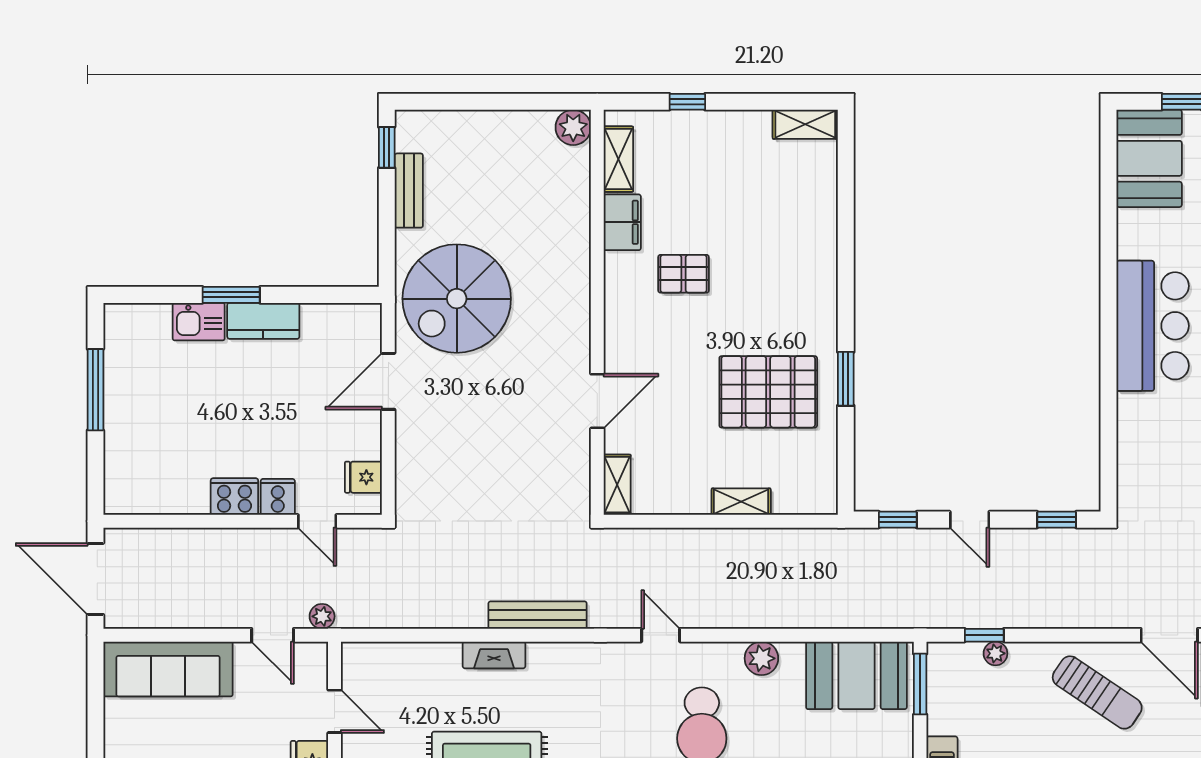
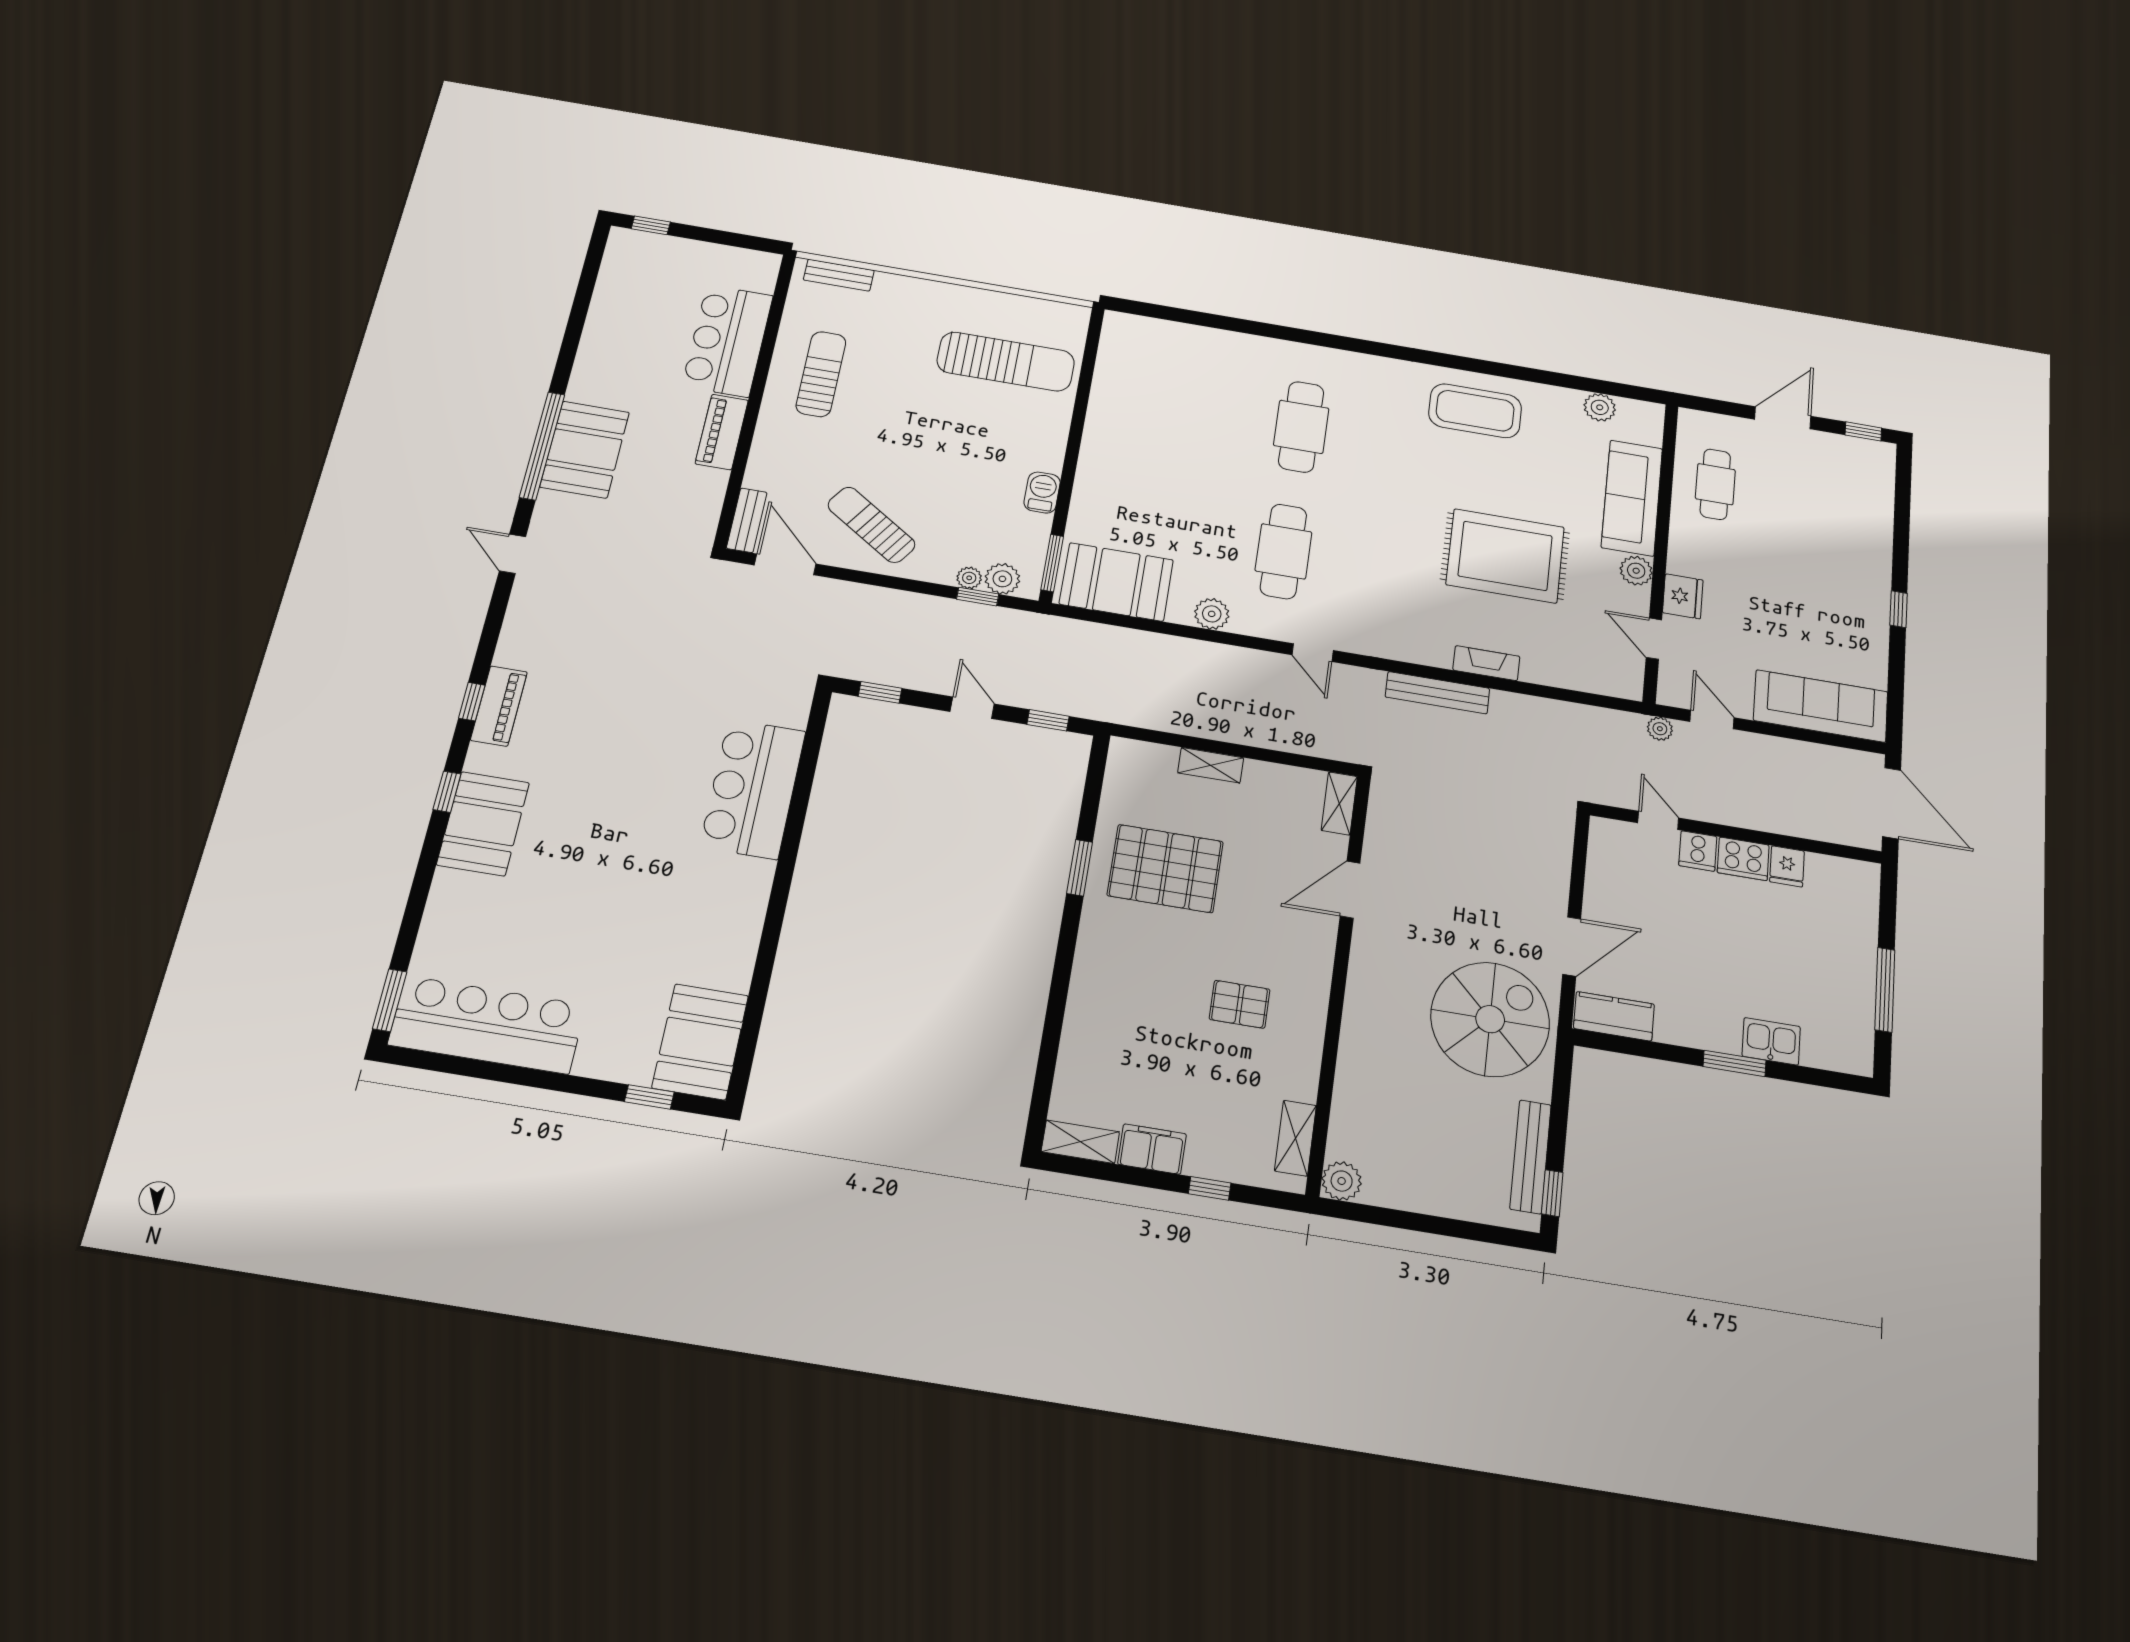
bench: (409, 191) -> (1531, 1157), width x1.36
filing cabinet: (622, 222) -> (1152, 1149), moved, turned 90
kitchen counter: (263, 321) -> (1614, 1016), moved
bar counter: (1153, 326) -> (753, 789), moved
fridge: (363, 477) -> (1787, 866), moved, turned 90
plant: (964, 658) -> (1002, 579), added

